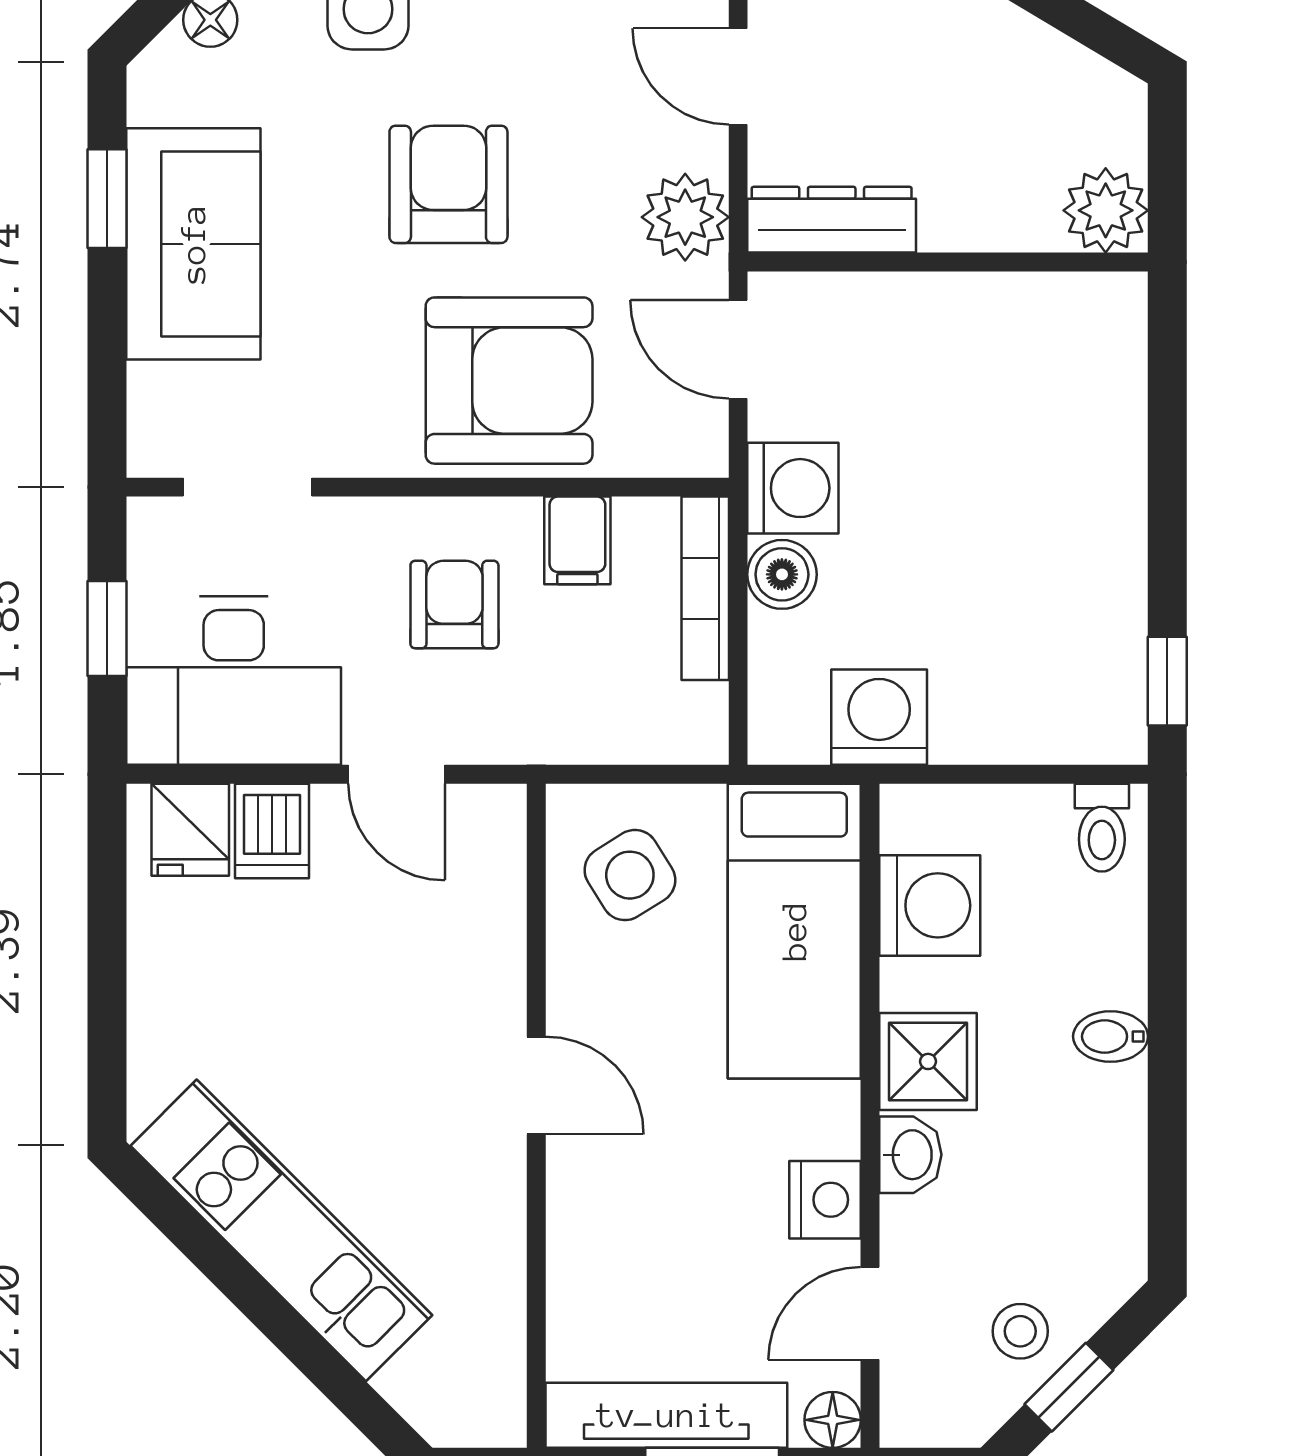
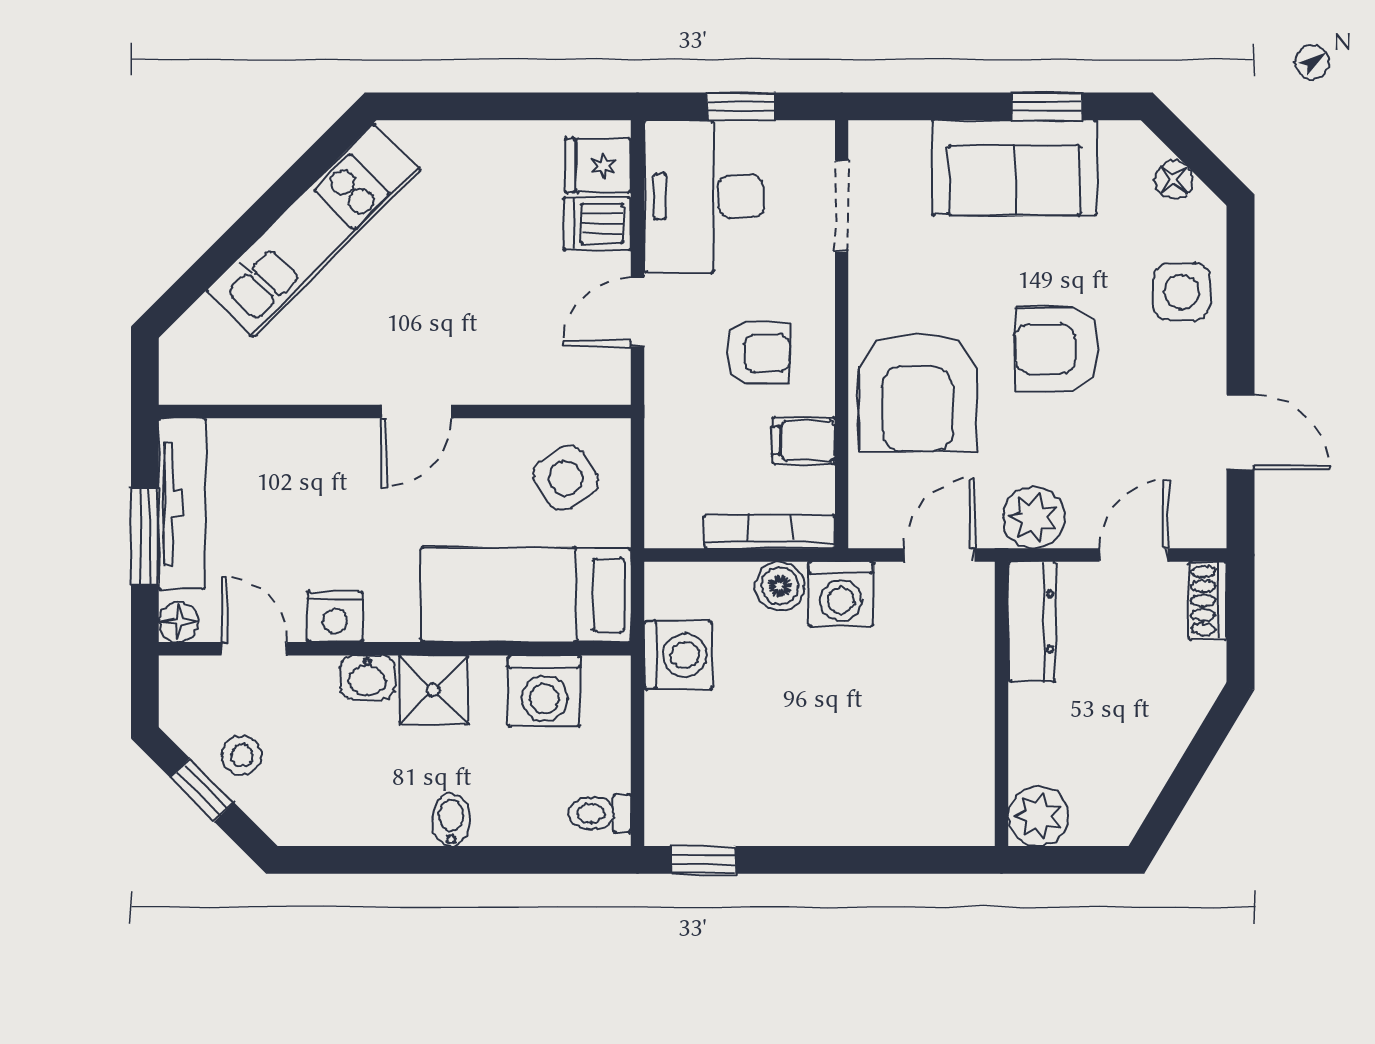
armchair: (448, 184) -> (1057, 349), turned 180

